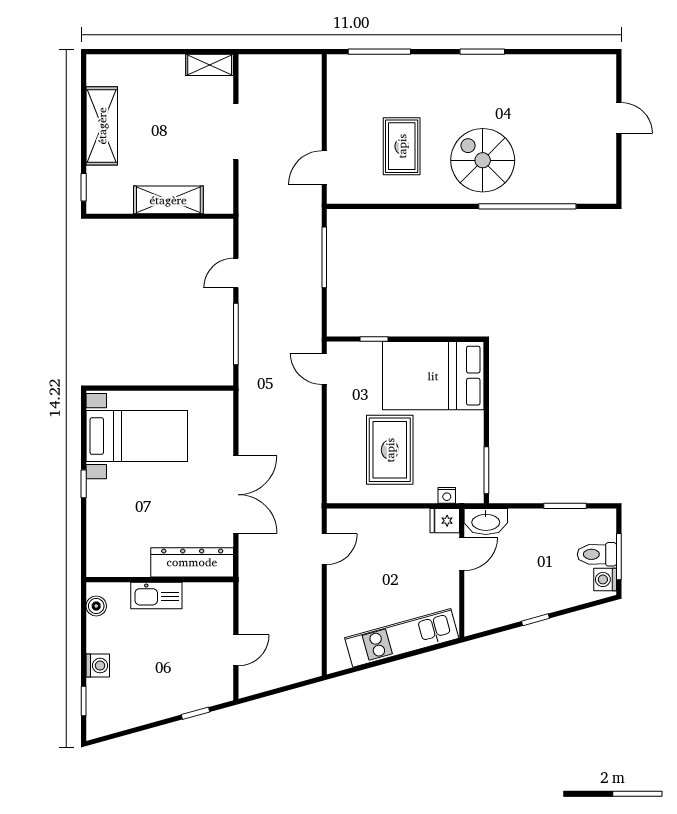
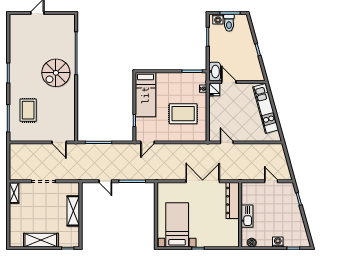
rug: (402, 146) -> (28, 110), moved, turned 90
bed: (433, 376) -> (145, 95), width x0.67
washing machine: (605, 579) -> (218, 19), moved

